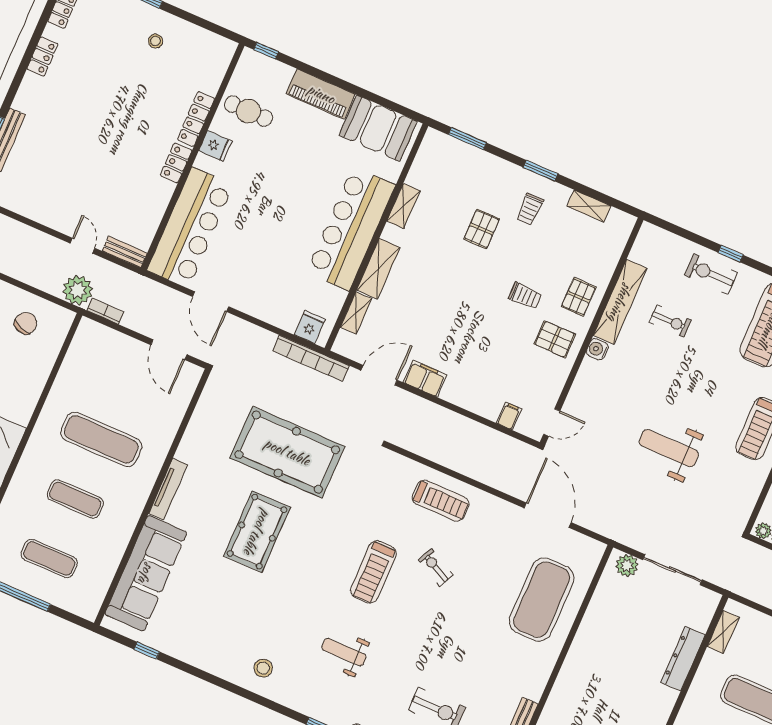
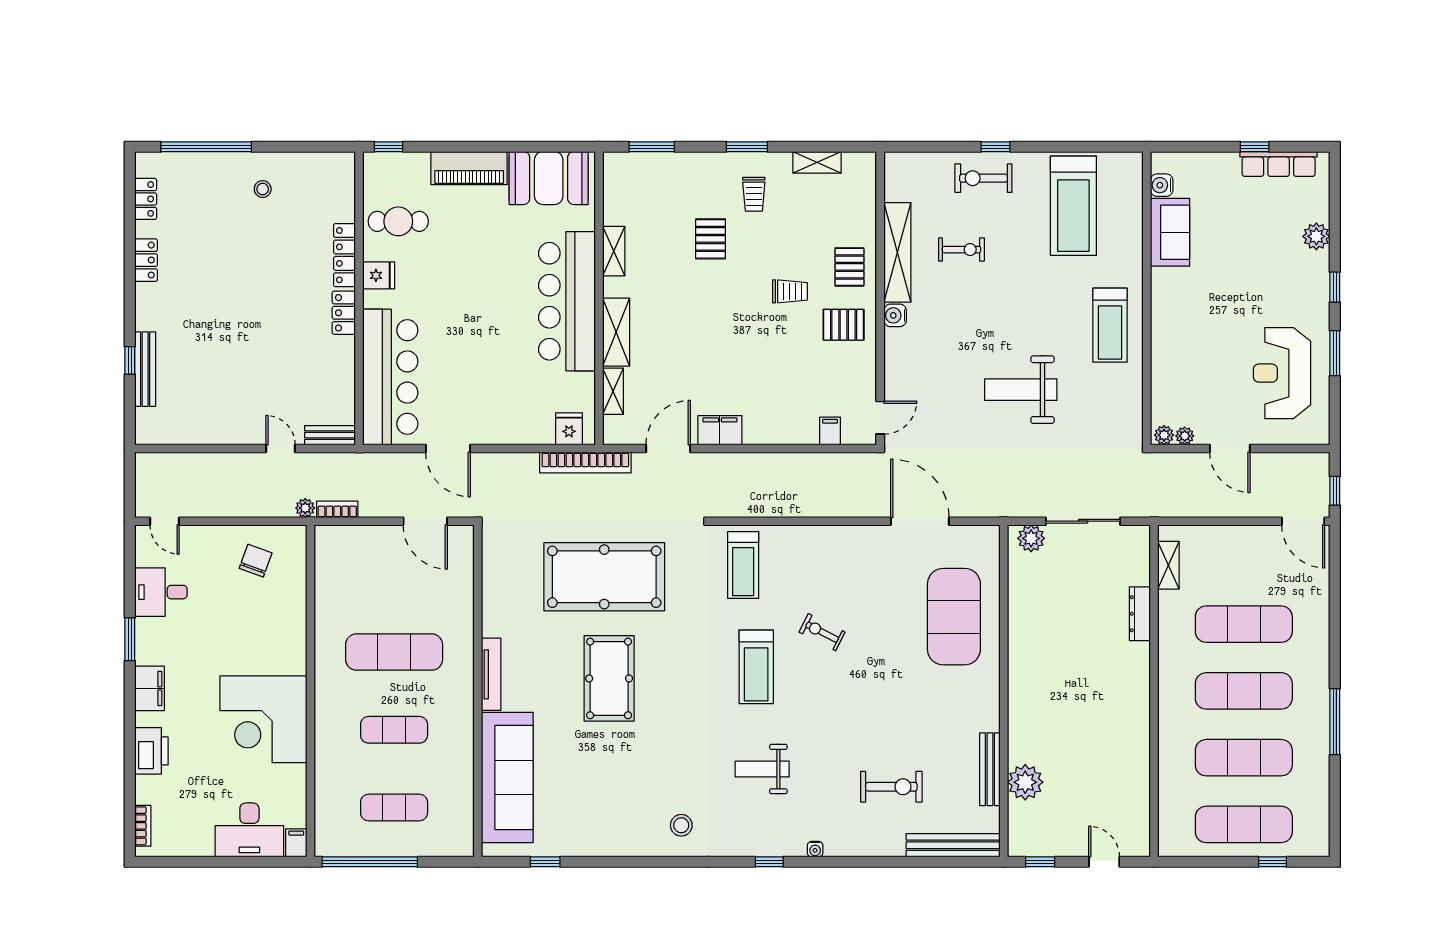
plant: (78, 290) -> (305, 508), width x0.53, depth x0.53
treadmill: (441, 501) -> (743, 565), moved, turned 90
dresser: (683, 659) -> (1140, 614), width x0.73, depth x0.80

